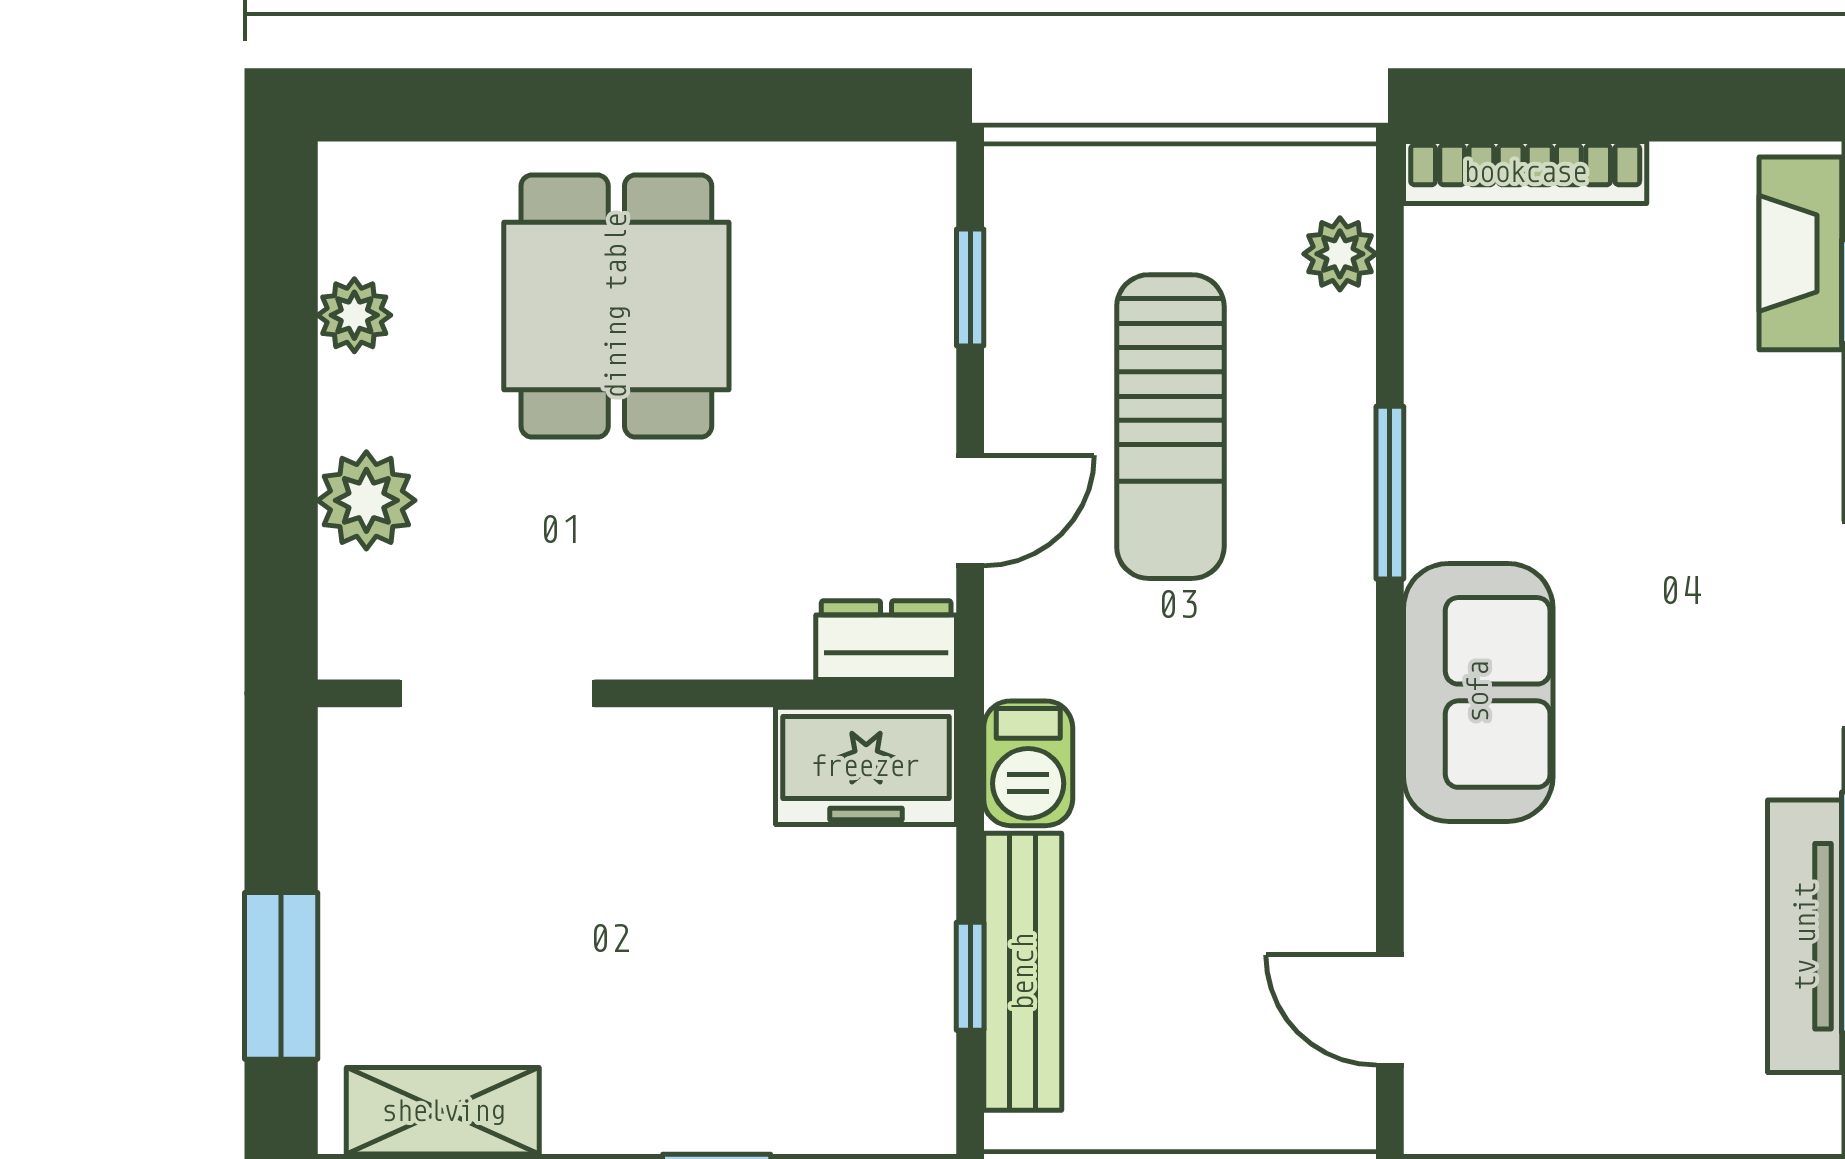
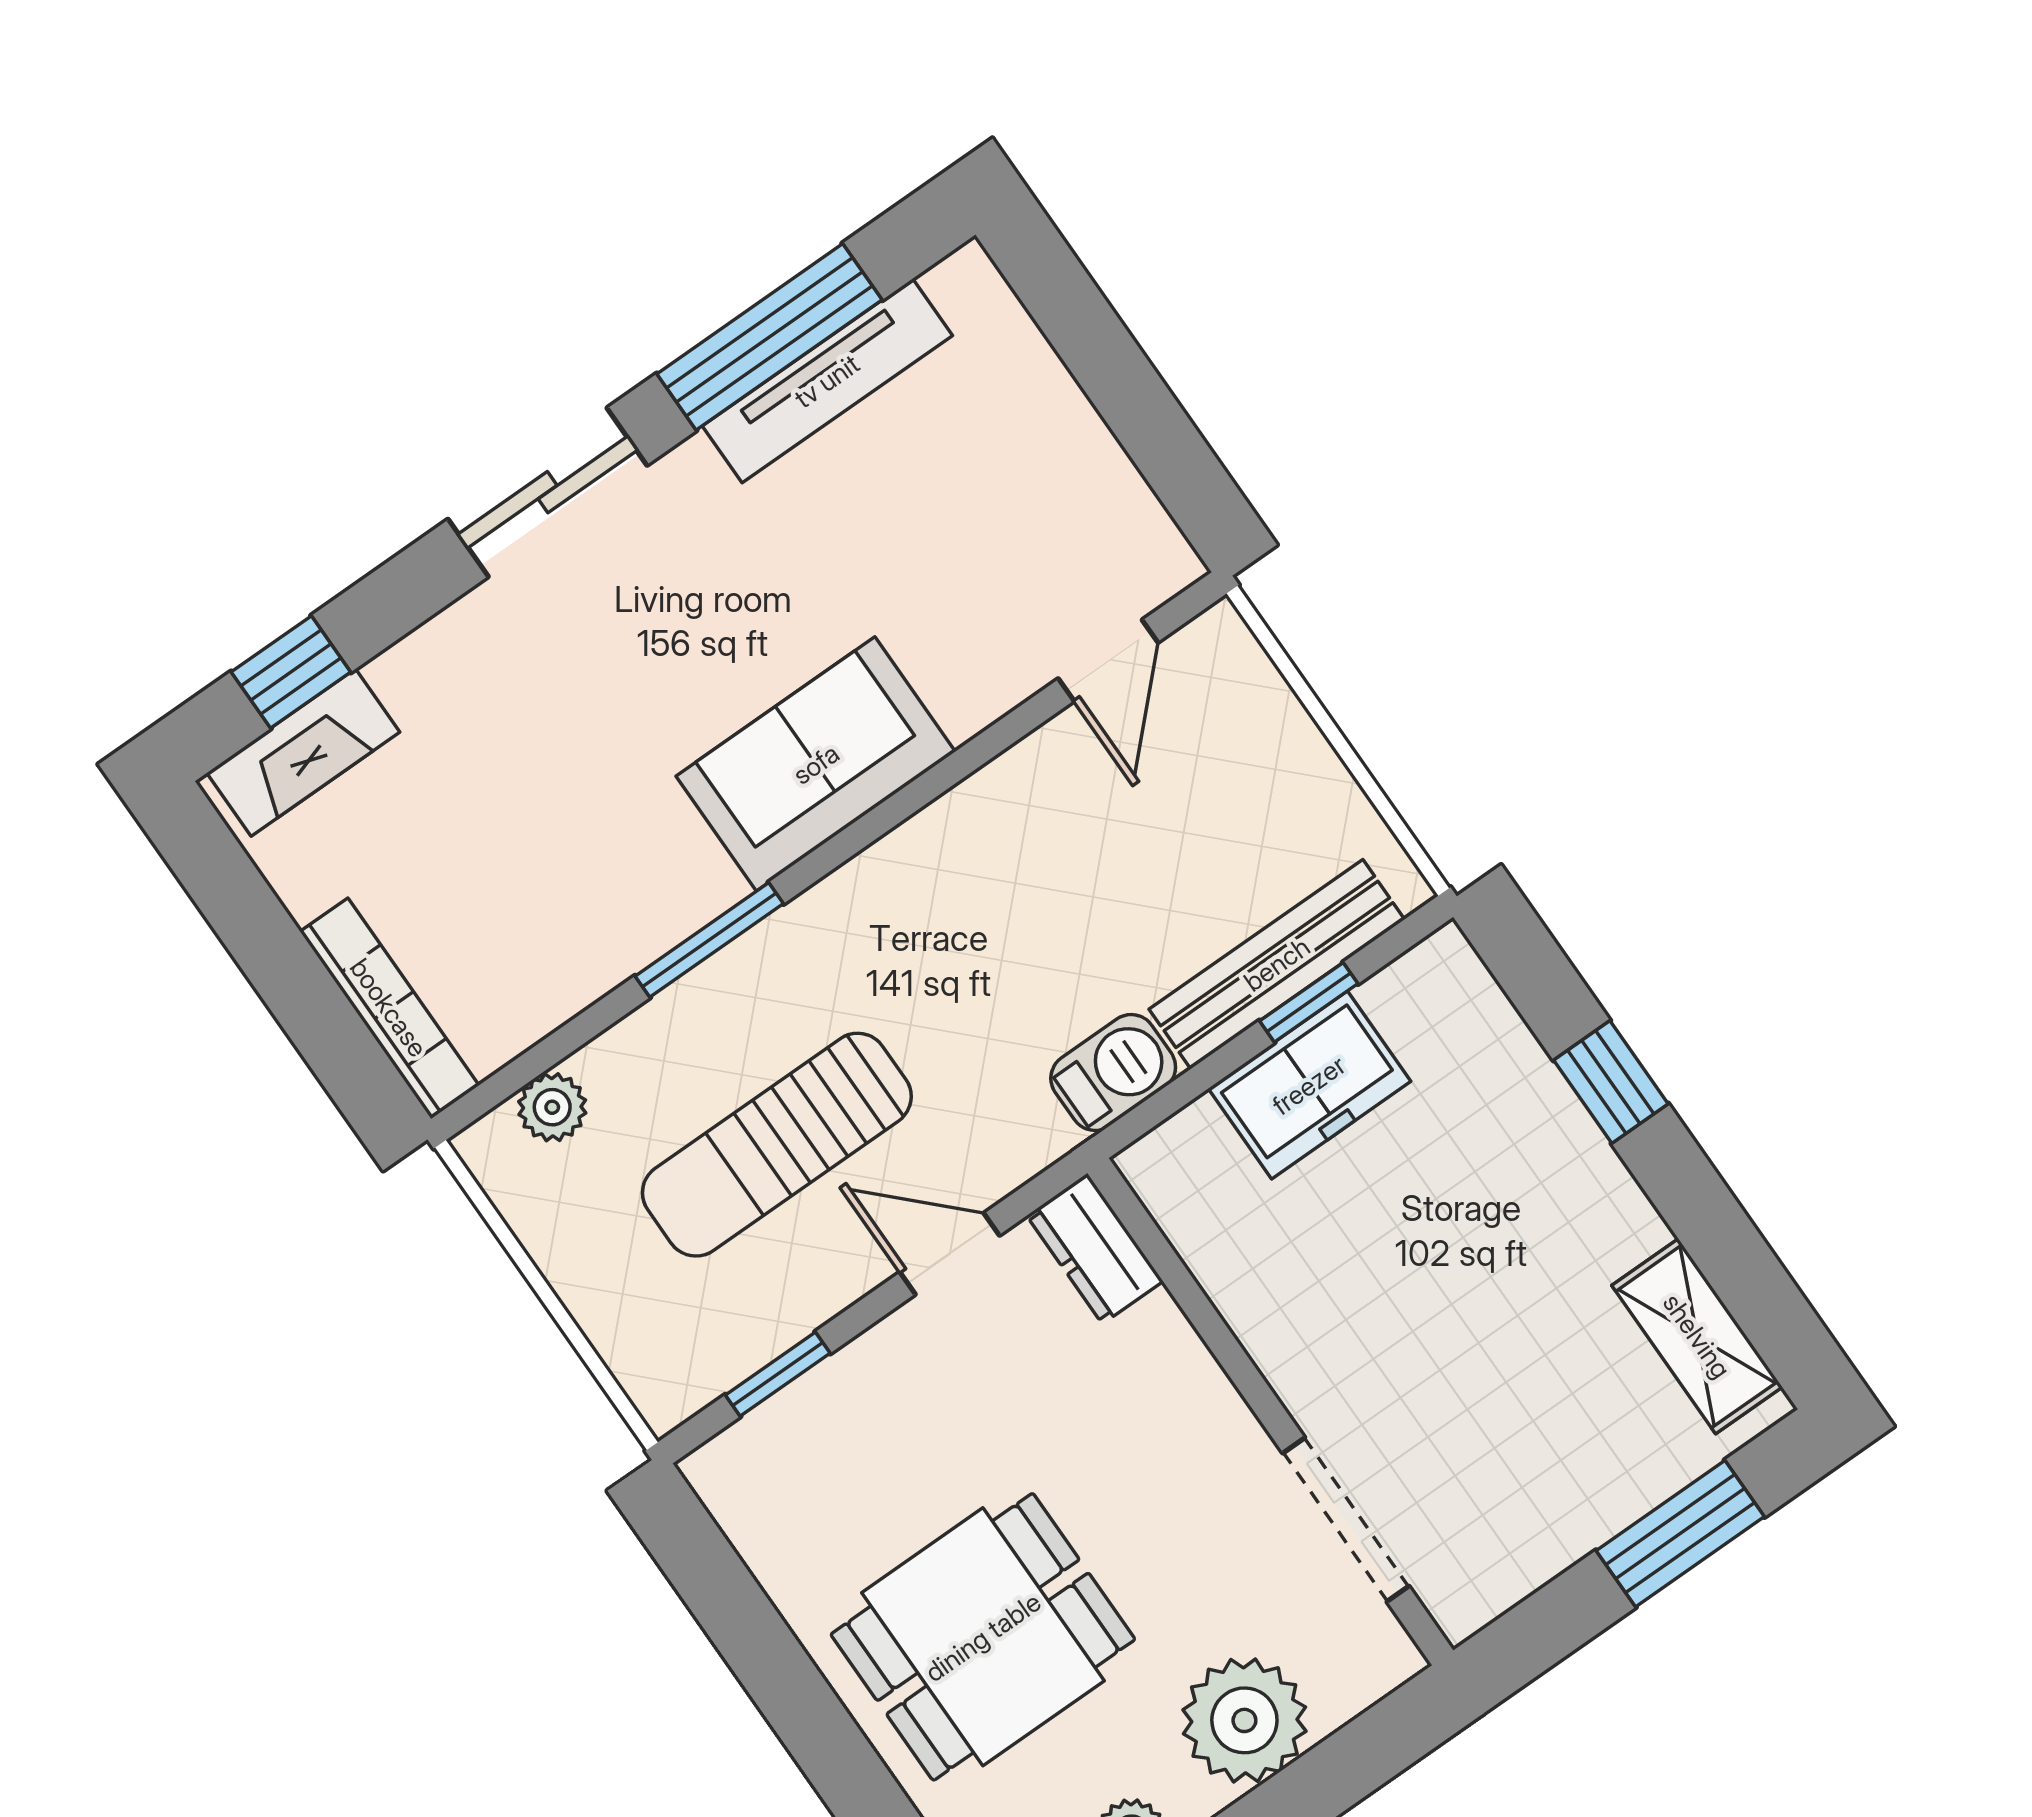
sun lounger: (1170, 427) -> (777, 1145), turned 180
plant: (366, 500) -> (1244, 1720), width x1.36, depth x1.36
freezer: (866, 766) -> (1309, 1085), moved, turned 90

